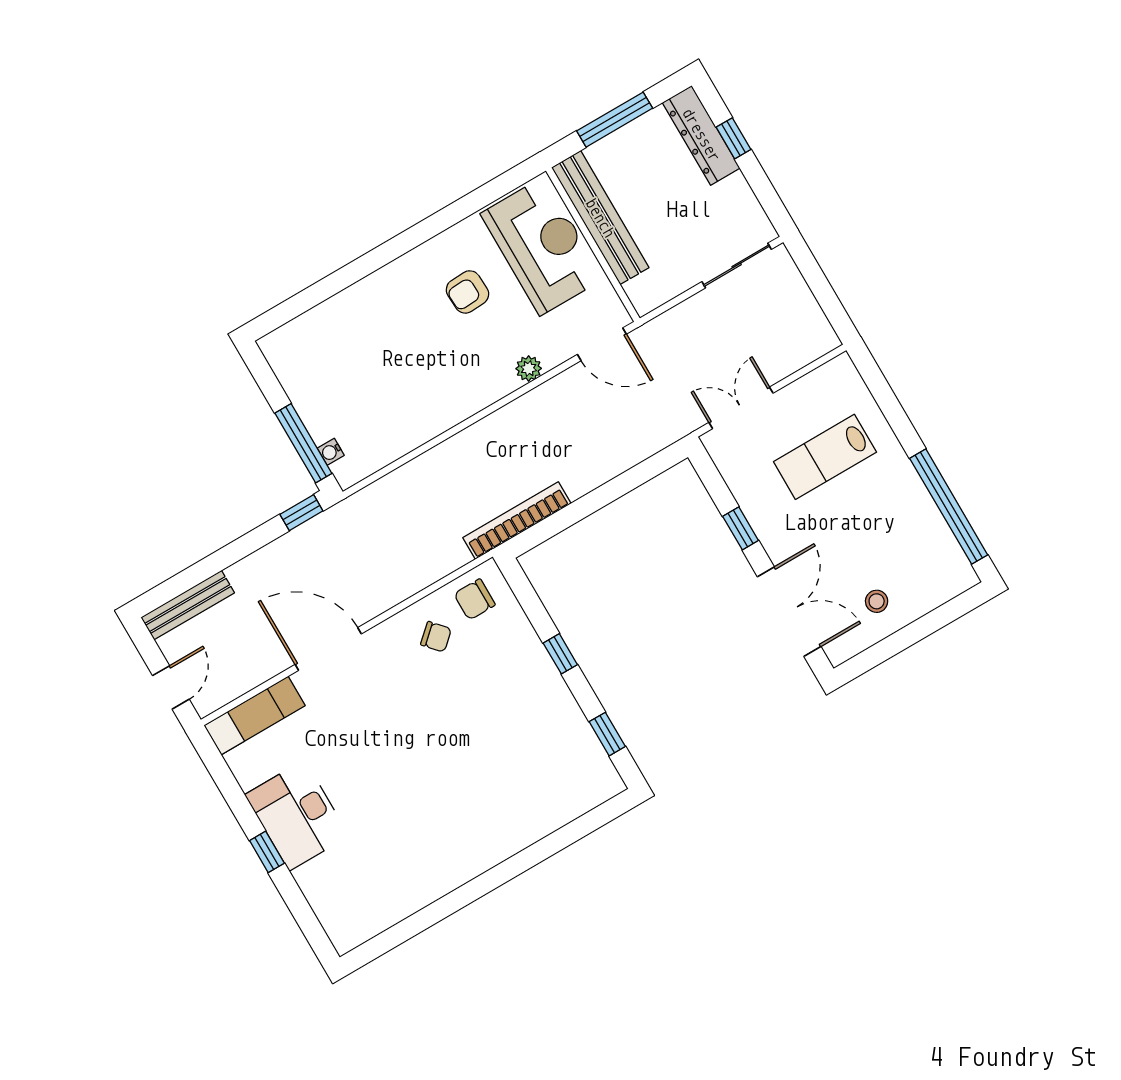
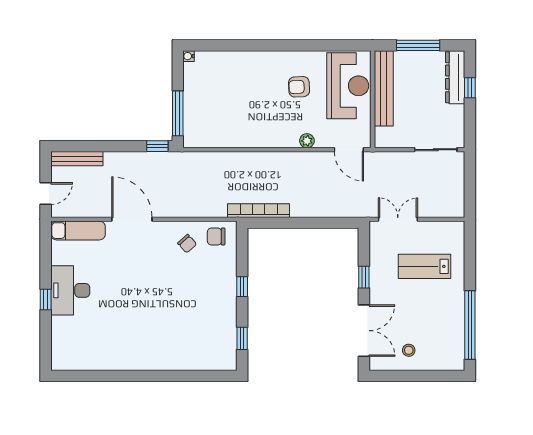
water cooler: (331, 452) -> (189, 56), moved

